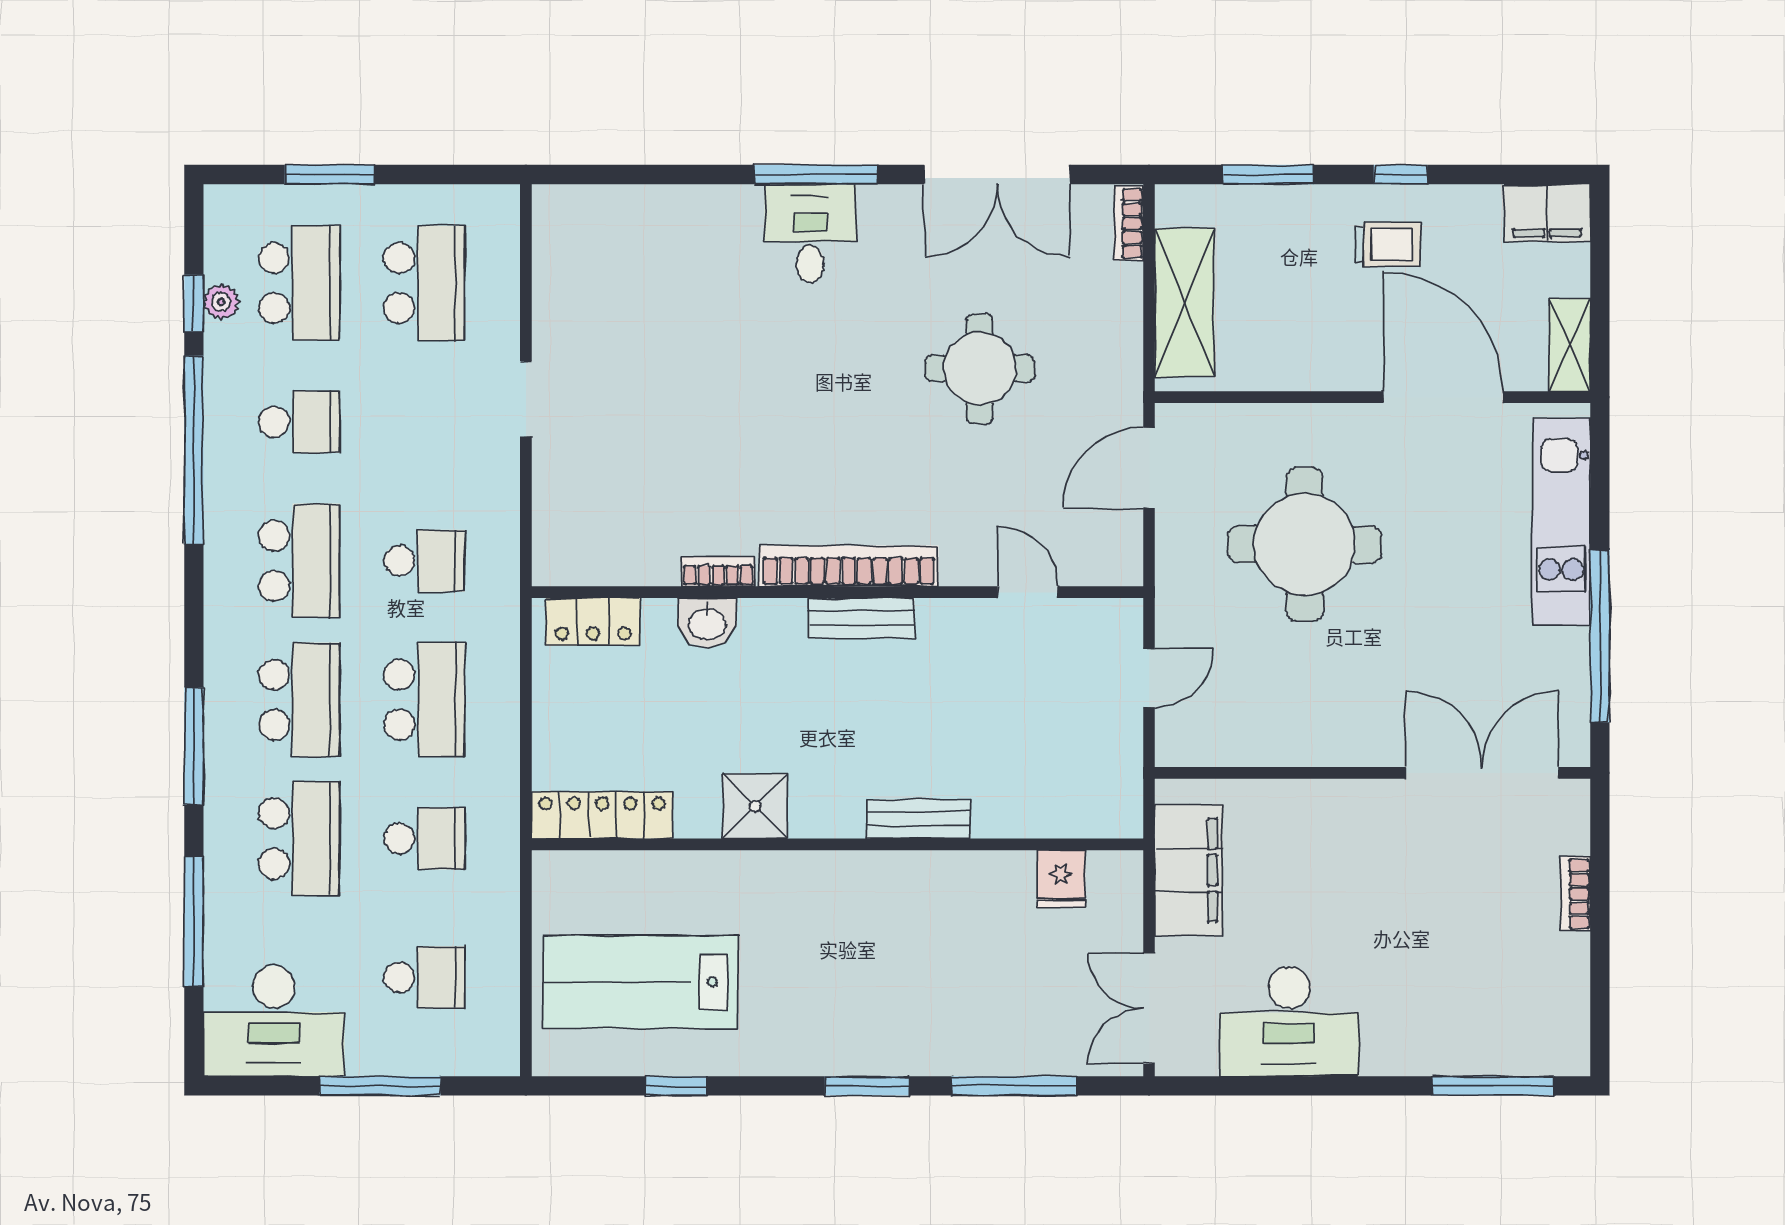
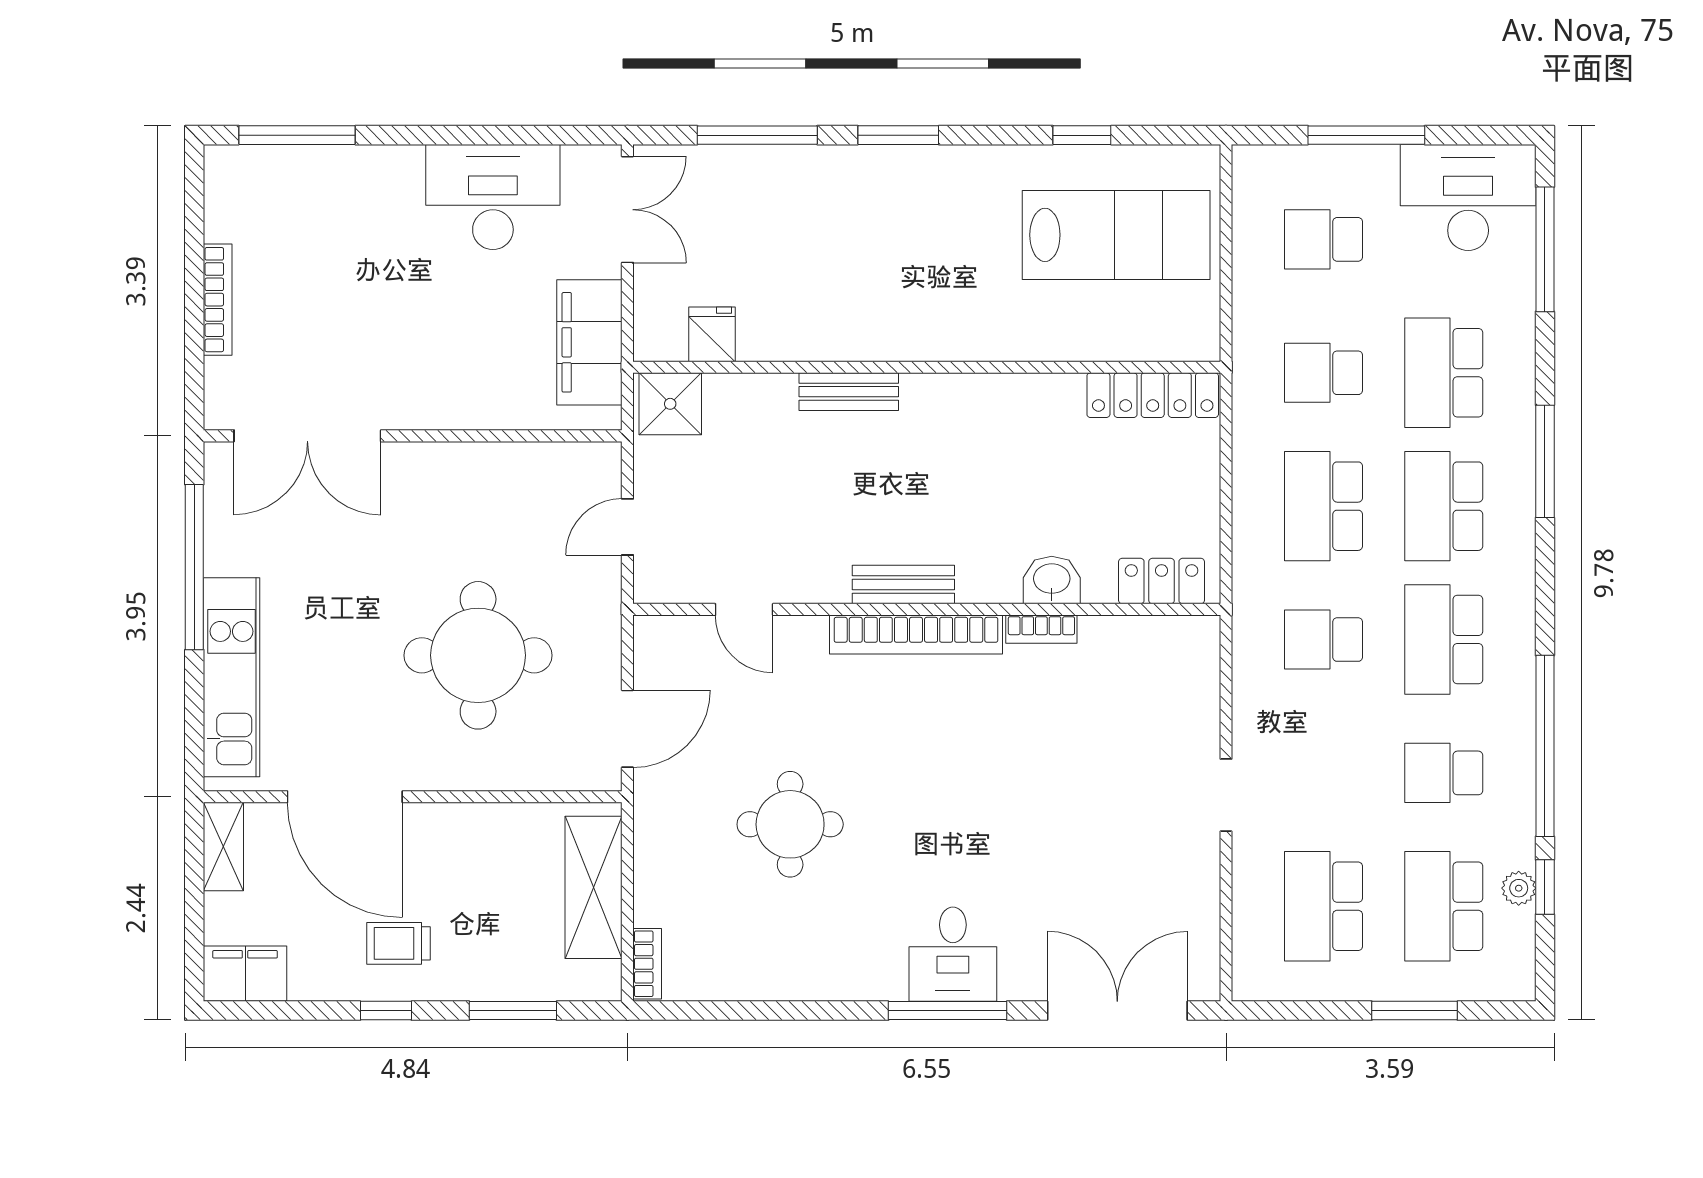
double door: (997, 175) -> (1117, 1011), moved
shower: (755, 806) -> (670, 404), moved
bookcase: (1576, 894) -> (218, 300), width x1.56
window: (194, 921) -> (1545, 249), moved

